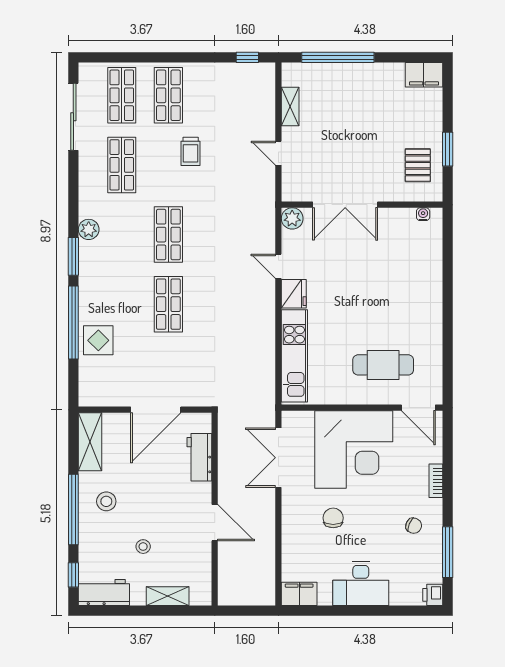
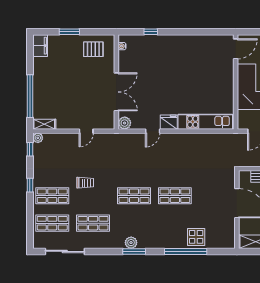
window: (186, 57) -> (30, 185), added
plant: (267, 71) -> (38, 138), added
shelving: (290, 106) -> (44, 124), moved
window: (448, 149) -> (69, 32), moved
window: (73, 256) -> (134, 251), moved
window: (448, 263) -> (151, 32), added
cafe table: (383, 365) -> (211, 70), removed

